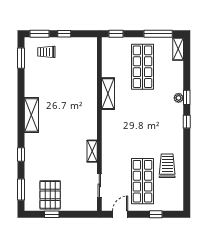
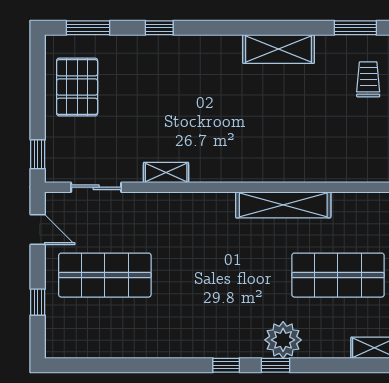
shelving: (108, 94) -> (283, 205), width x1.47
plant: (179, 98) -> (283, 340), width x1.88, depth x1.88
shelving: (31, 115) -> (278, 49), moved
trolley: (167, 166) -> (136, 325), removed
pallet: (50, 195) -> (77, 87), turned 90
window: (52, 214) -> (38, 154), moved

